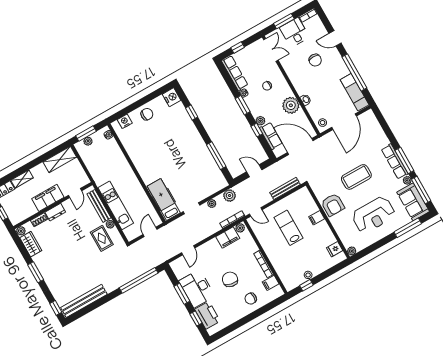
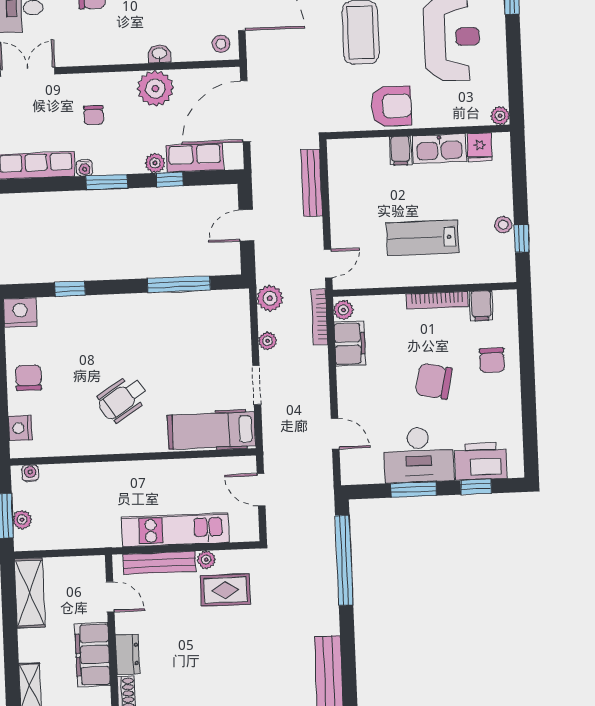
wheelchair: (158, 157) -> (122, 399), added
lab bench: (288, 228) -> (423, 238), moved
kitchen sink: (326, 233) -> (439, 149), added

